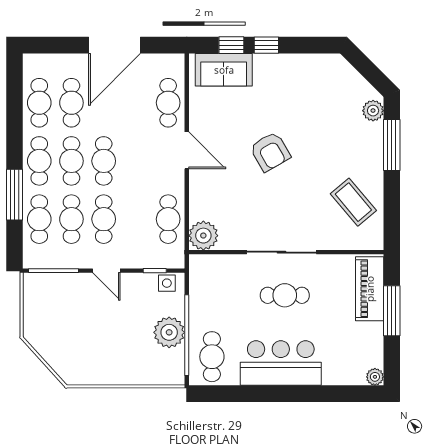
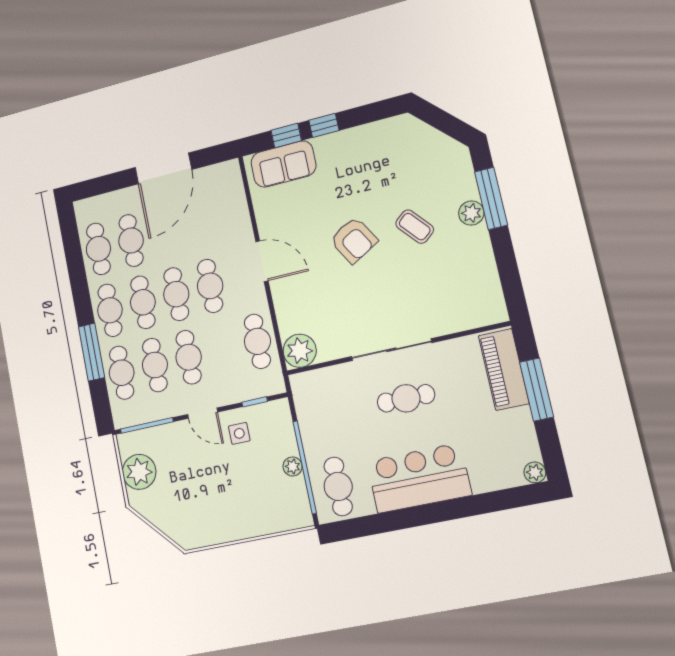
cafe table: (168, 103) -> (210, 286), moved
plant: (373, 111) -> (471, 213), moved
coffee table: (353, 202) -> (415, 227), moved, width x0.73, depth x0.77
side table: (167, 283) -> (239, 433), moved
plant: (38, 310) -> (139, 472), added
plant: (169, 332) -> (293, 466), width x0.53, depth x0.53

